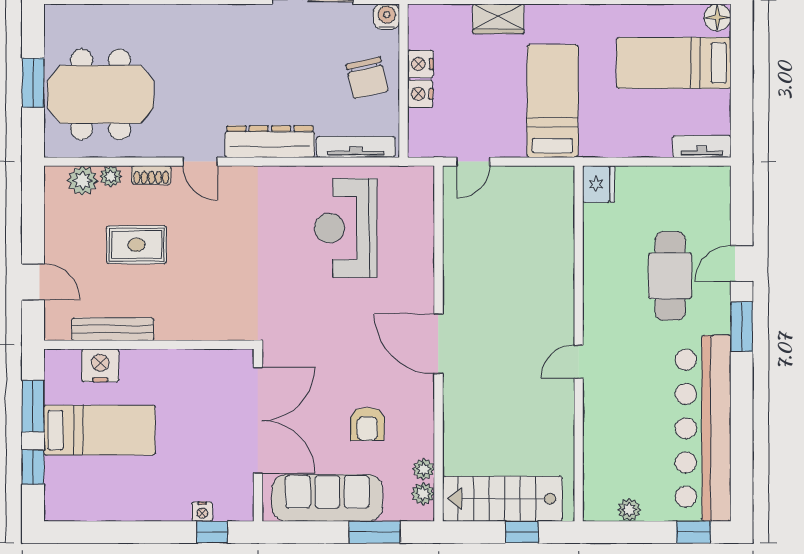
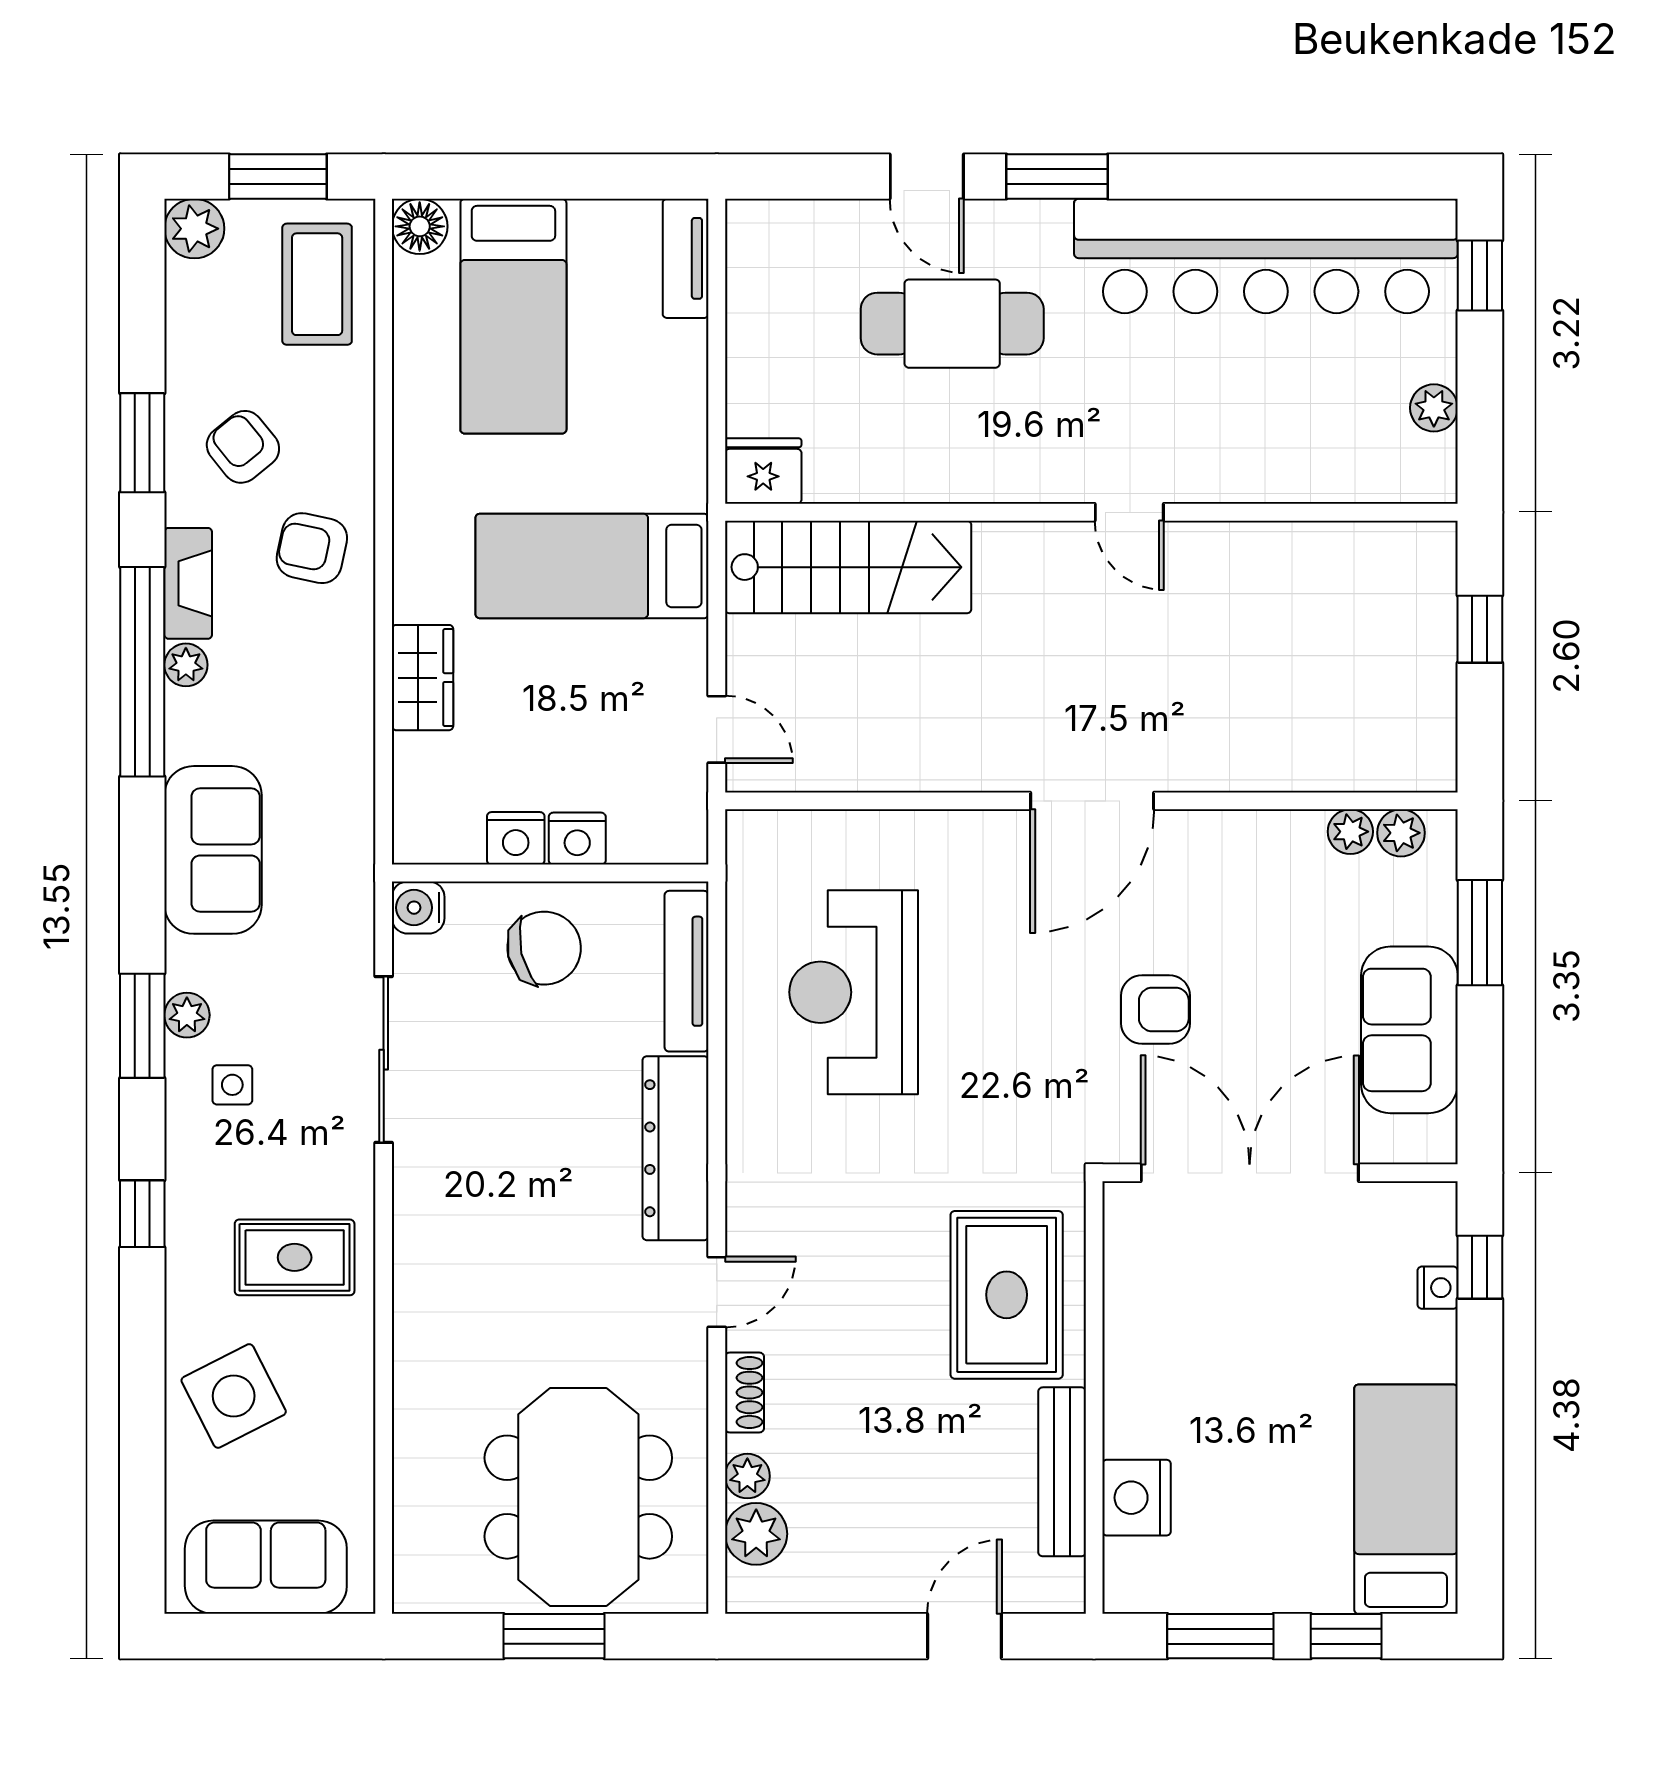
reception desk: (346, 228) -> (854, 992), turned 90
rug: (137, 245) -> (1007, 1295), moved, width x1.36, depth x1.43
armchair: (367, 424) -> (1156, 1010), moved
bed: (99, 430) -> (1406, 1499), moved
sofa: (327, 498) -> (1409, 1030), width x0.73
stairs: (502, 499) -> (848, 567), moved, turned -90

